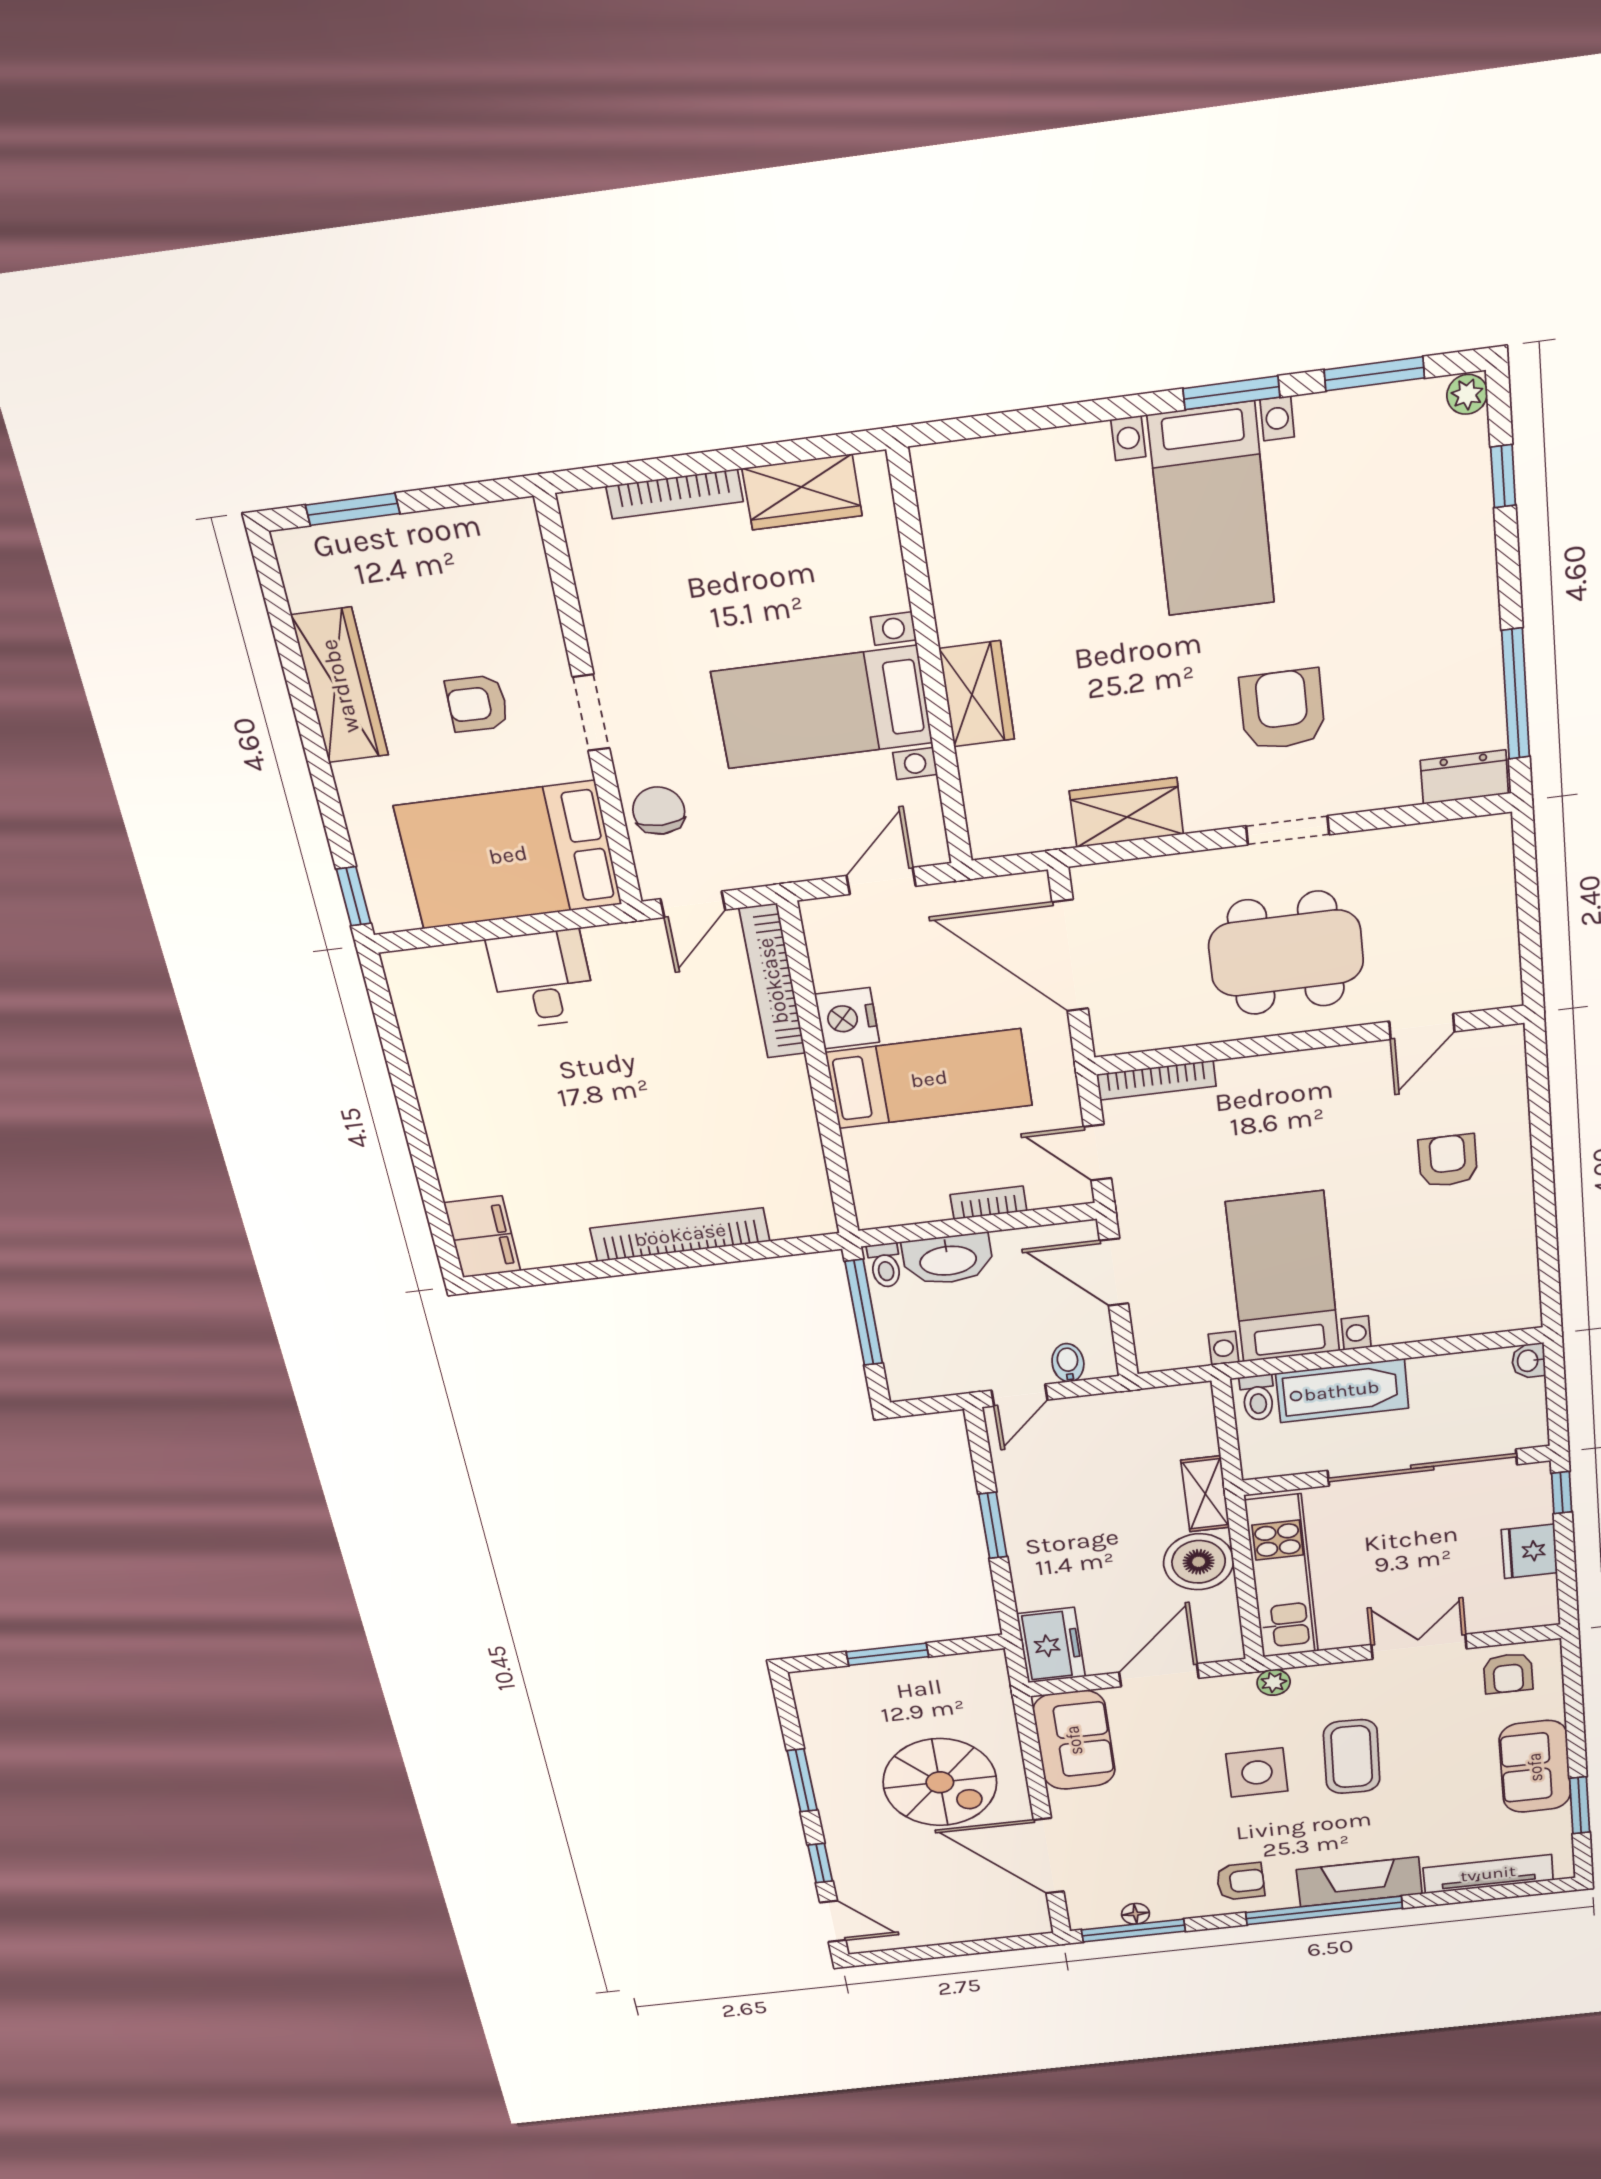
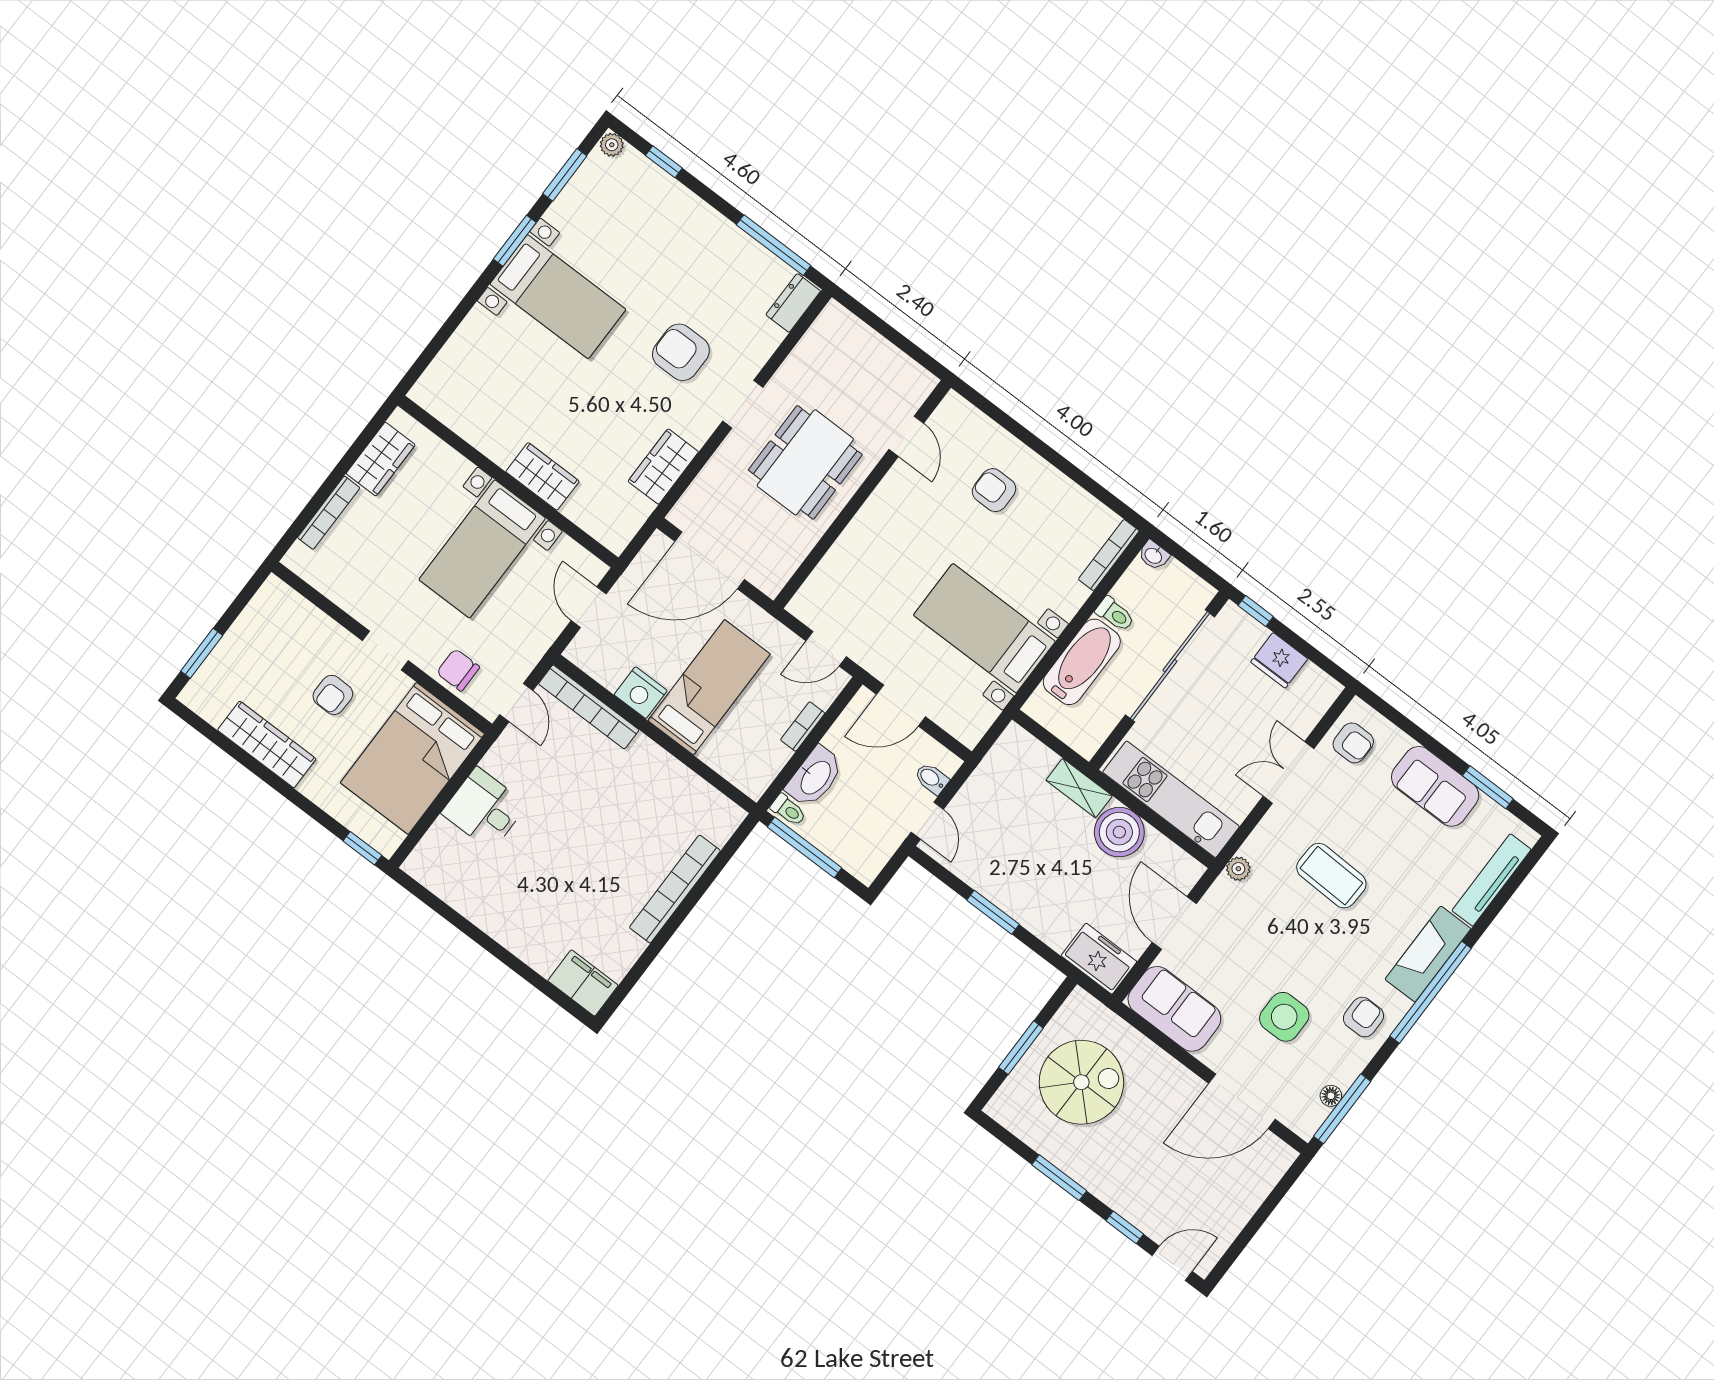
bookcase: (1156, 1080) -> (1109, 555), moved, turned 180
toilet: (1258, 1398) -> (1115, 614), moved
side table: (1257, 1772) -> (1284, 1017), moved
spiral stairs: (940, 1782) -> (1081, 1082), moved

